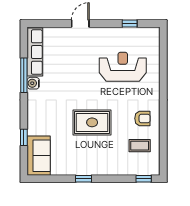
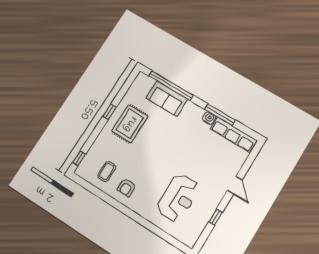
window: (130, 24) -> (216, 217), moved
rug: (92, 122) -> (130, 124), moved
window: (24, 137) -> (171, 86), width x3.17
sofa: (39, 156) -> (167, 99), moved

